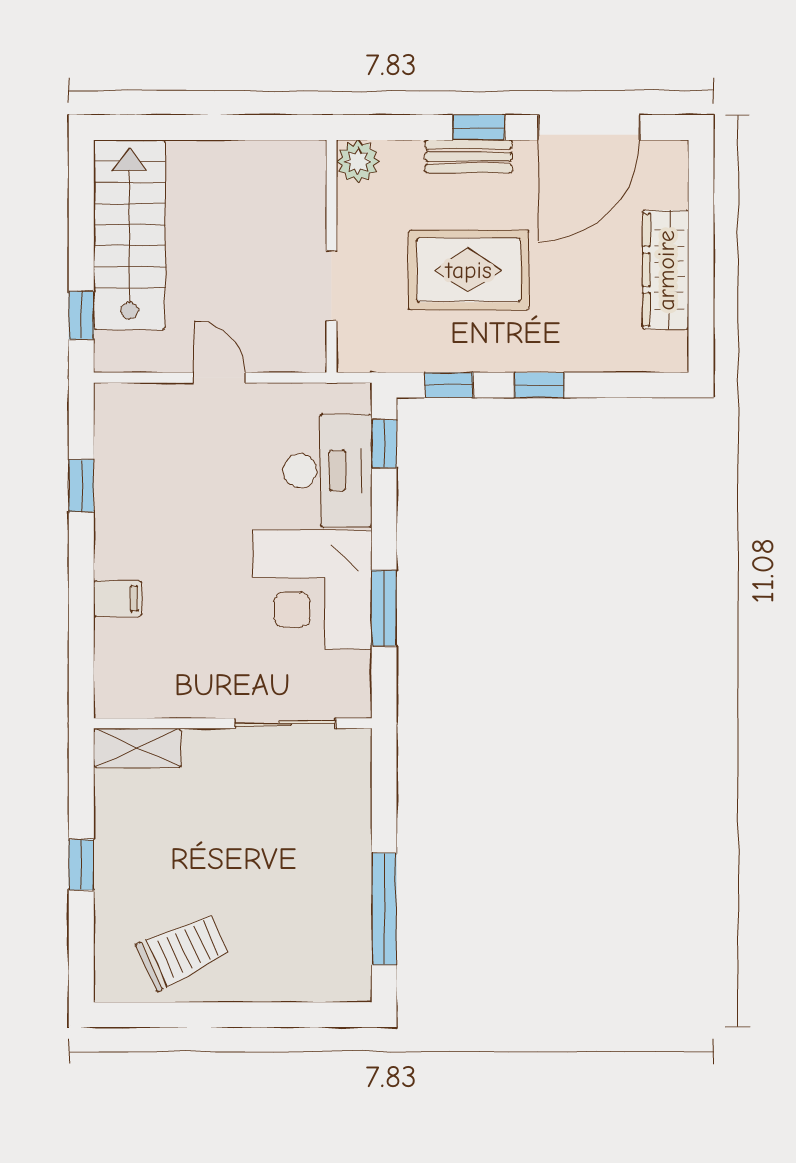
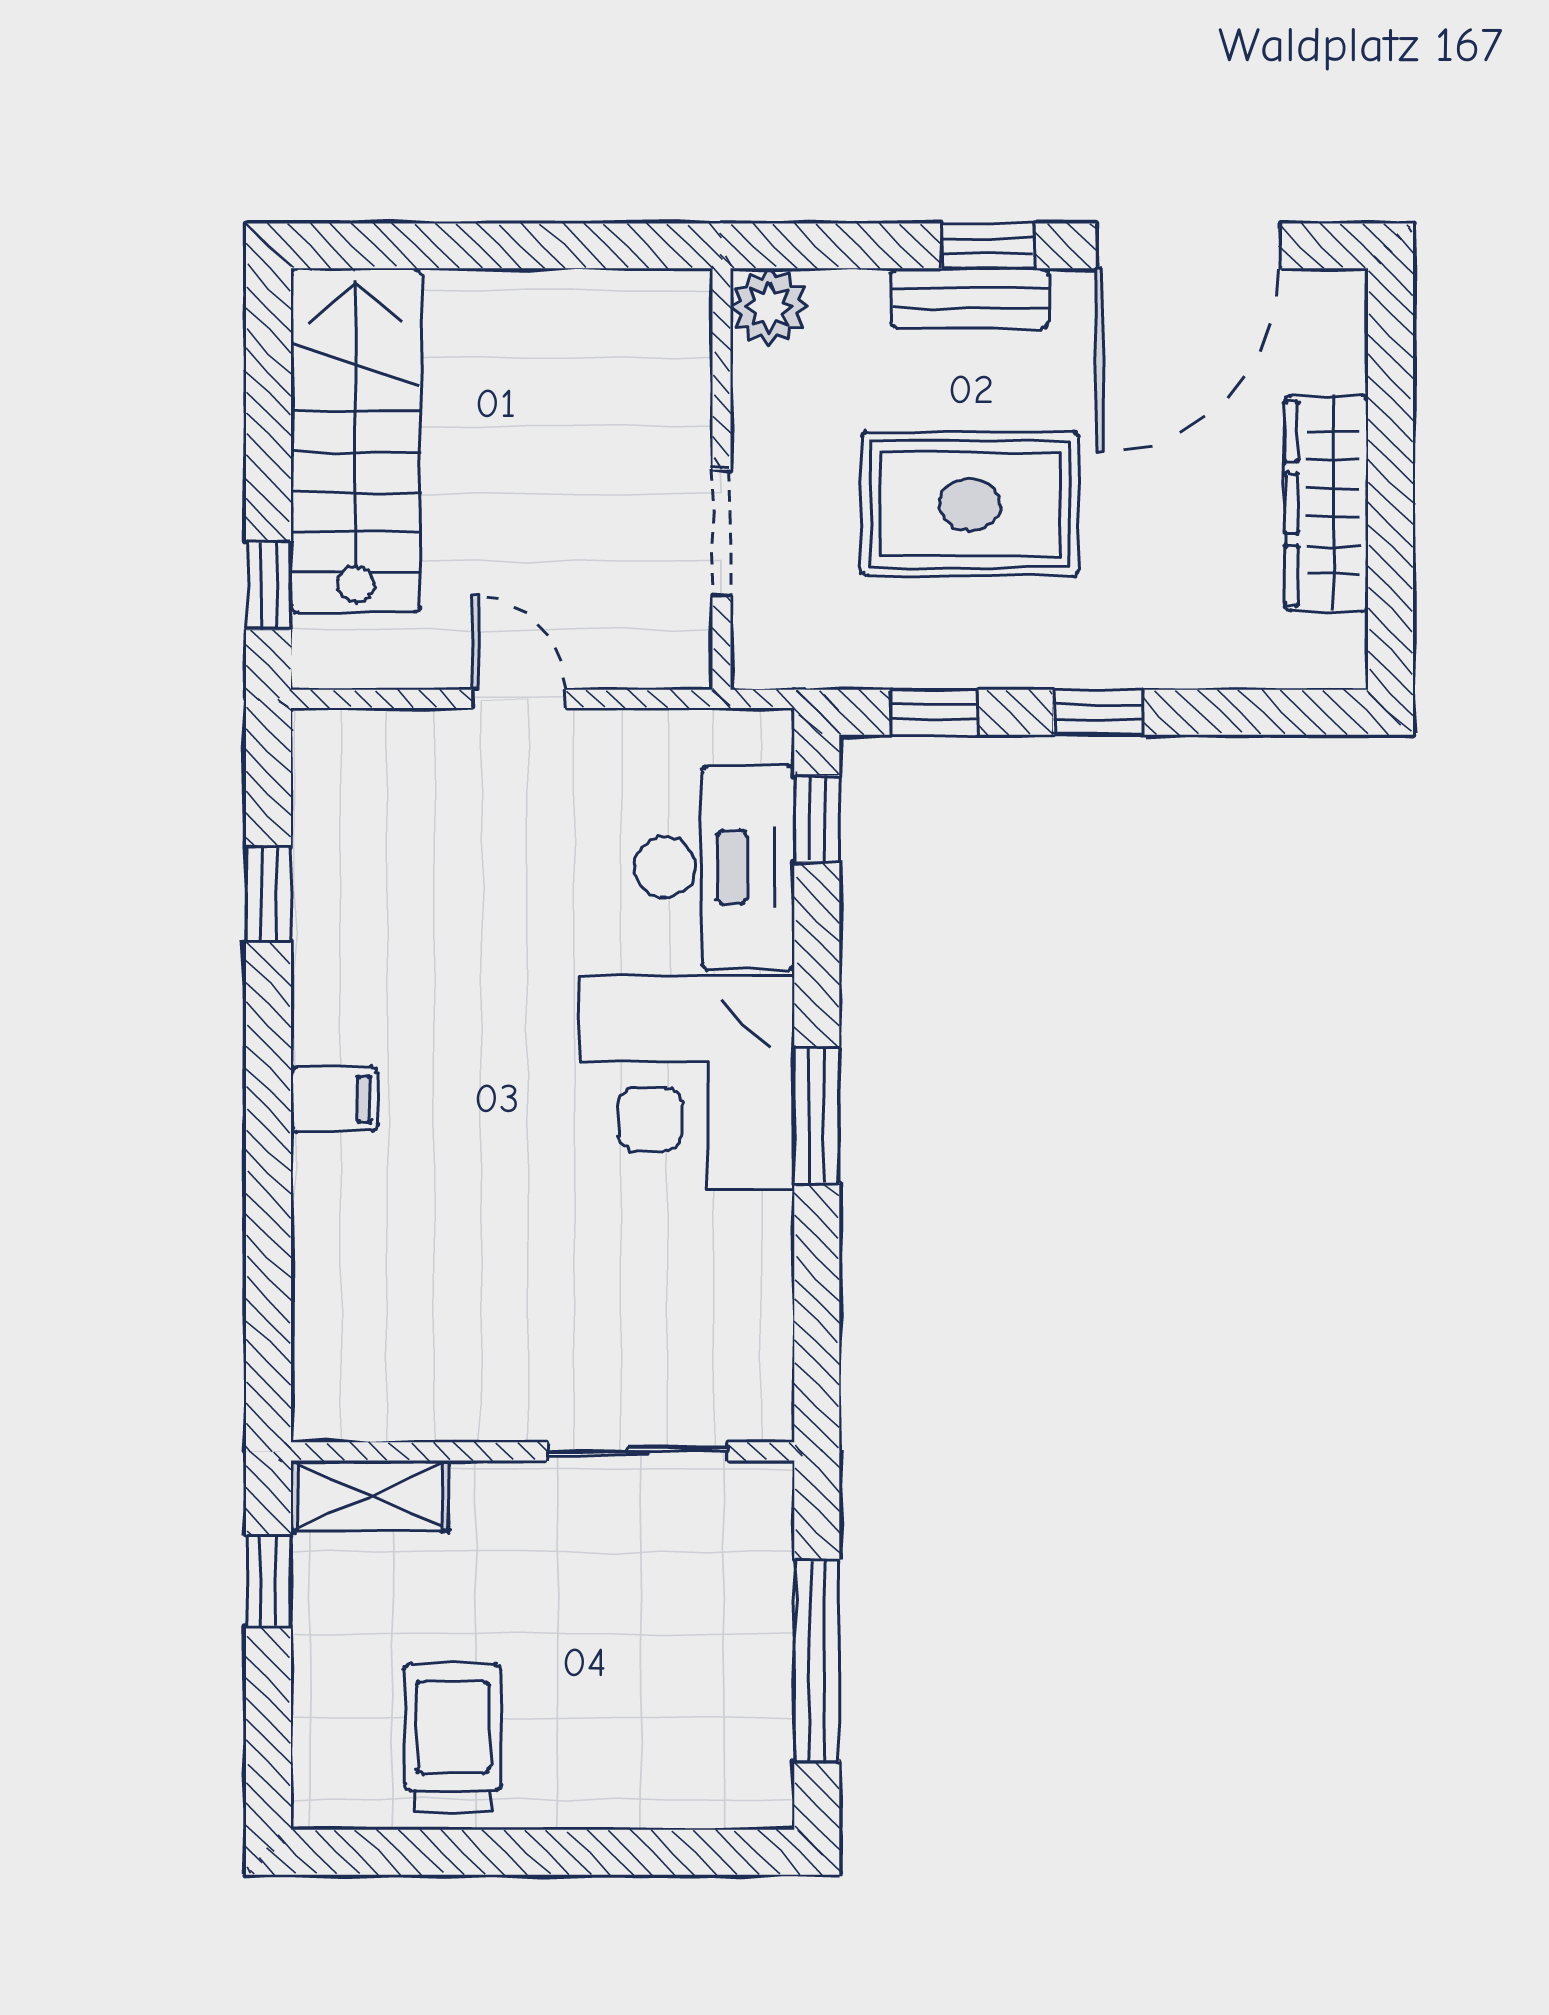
wall: (233, 723) -> (543, 1451), moved
sliding door: (285, 723) -> (638, 1451), moved
shelving: (137, 748) -> (370, 1496), moved
trolley: (183, 951) -> (453, 1738), turned -65

